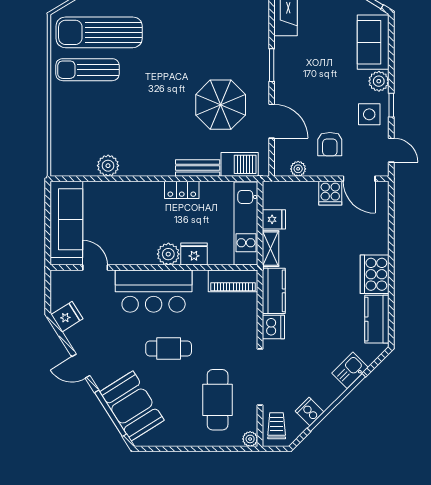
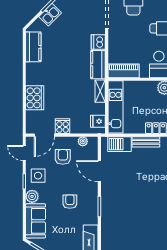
armchair: (319, 73) -> (70, 202), added
parasol: (221, 105) -> (131, 182), removed
door: (359, 179) -> (44, 135), swing flipped
fridge: (274, 219) -> (98, 121), moved
fridge: (194, 254) -> (148, 88), removed
cooker: (375, 274) -> (35, 98), moved

